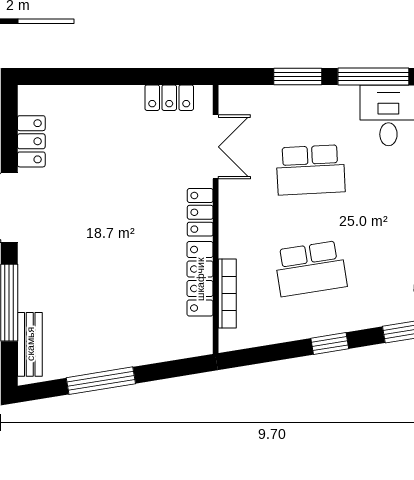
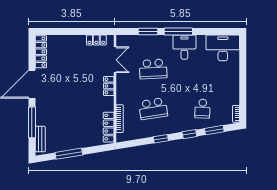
locker: (31, 141) -> (41, 52), width x1.53
locker: (200, 279) -> (109, 127), moved

